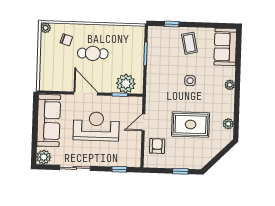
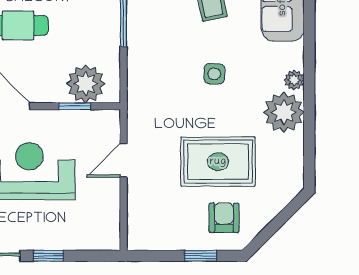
plant: (228, 124) -> (284, 112), moved, width x1.88, depth x1.88
armchair: (157, 146) -> (224, 218), moved
window: (119, 169) -> (48, 256), moved

